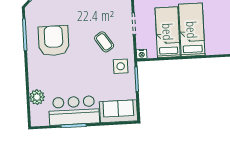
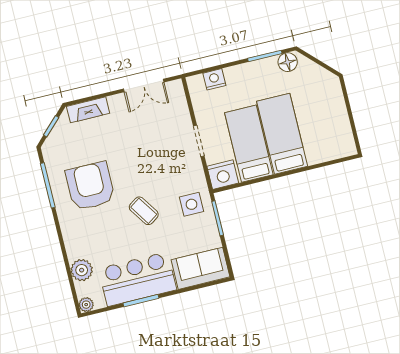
coffee table: (104, 42) -> (144, 211), moved
nightstand: (142, 54) -> (223, 175), width x1.89, depth x1.79
plant: (36, 121) -> (86, 305), added

